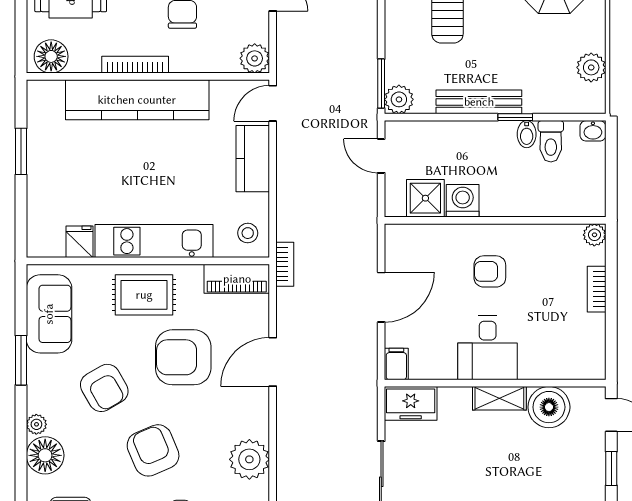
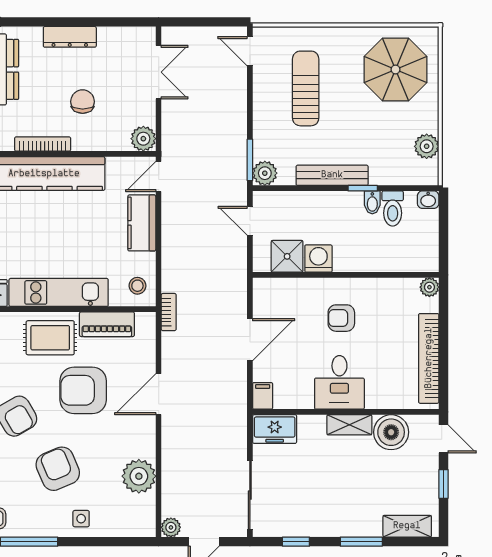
piano: (237, 279) -> (107, 324), moved
bookcase: (597, 289) -> (429, 358), width x2.31, depth x1.31

